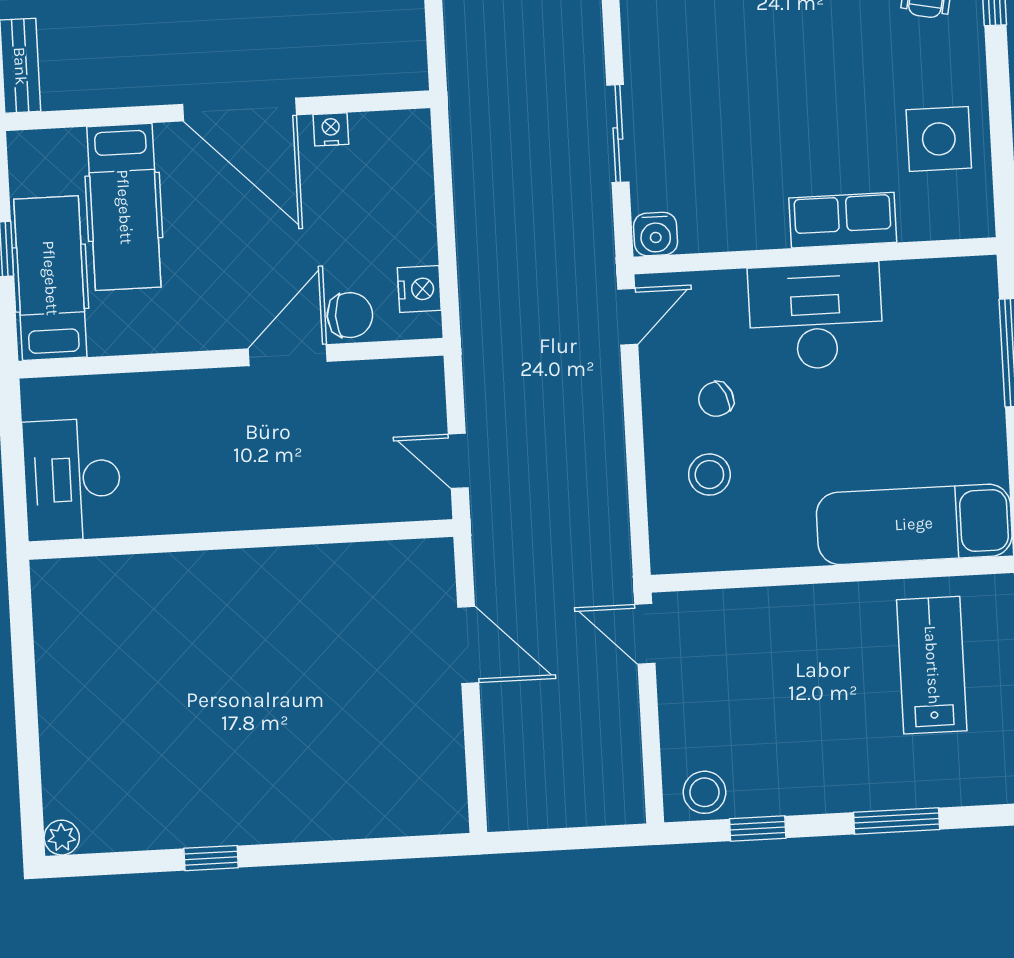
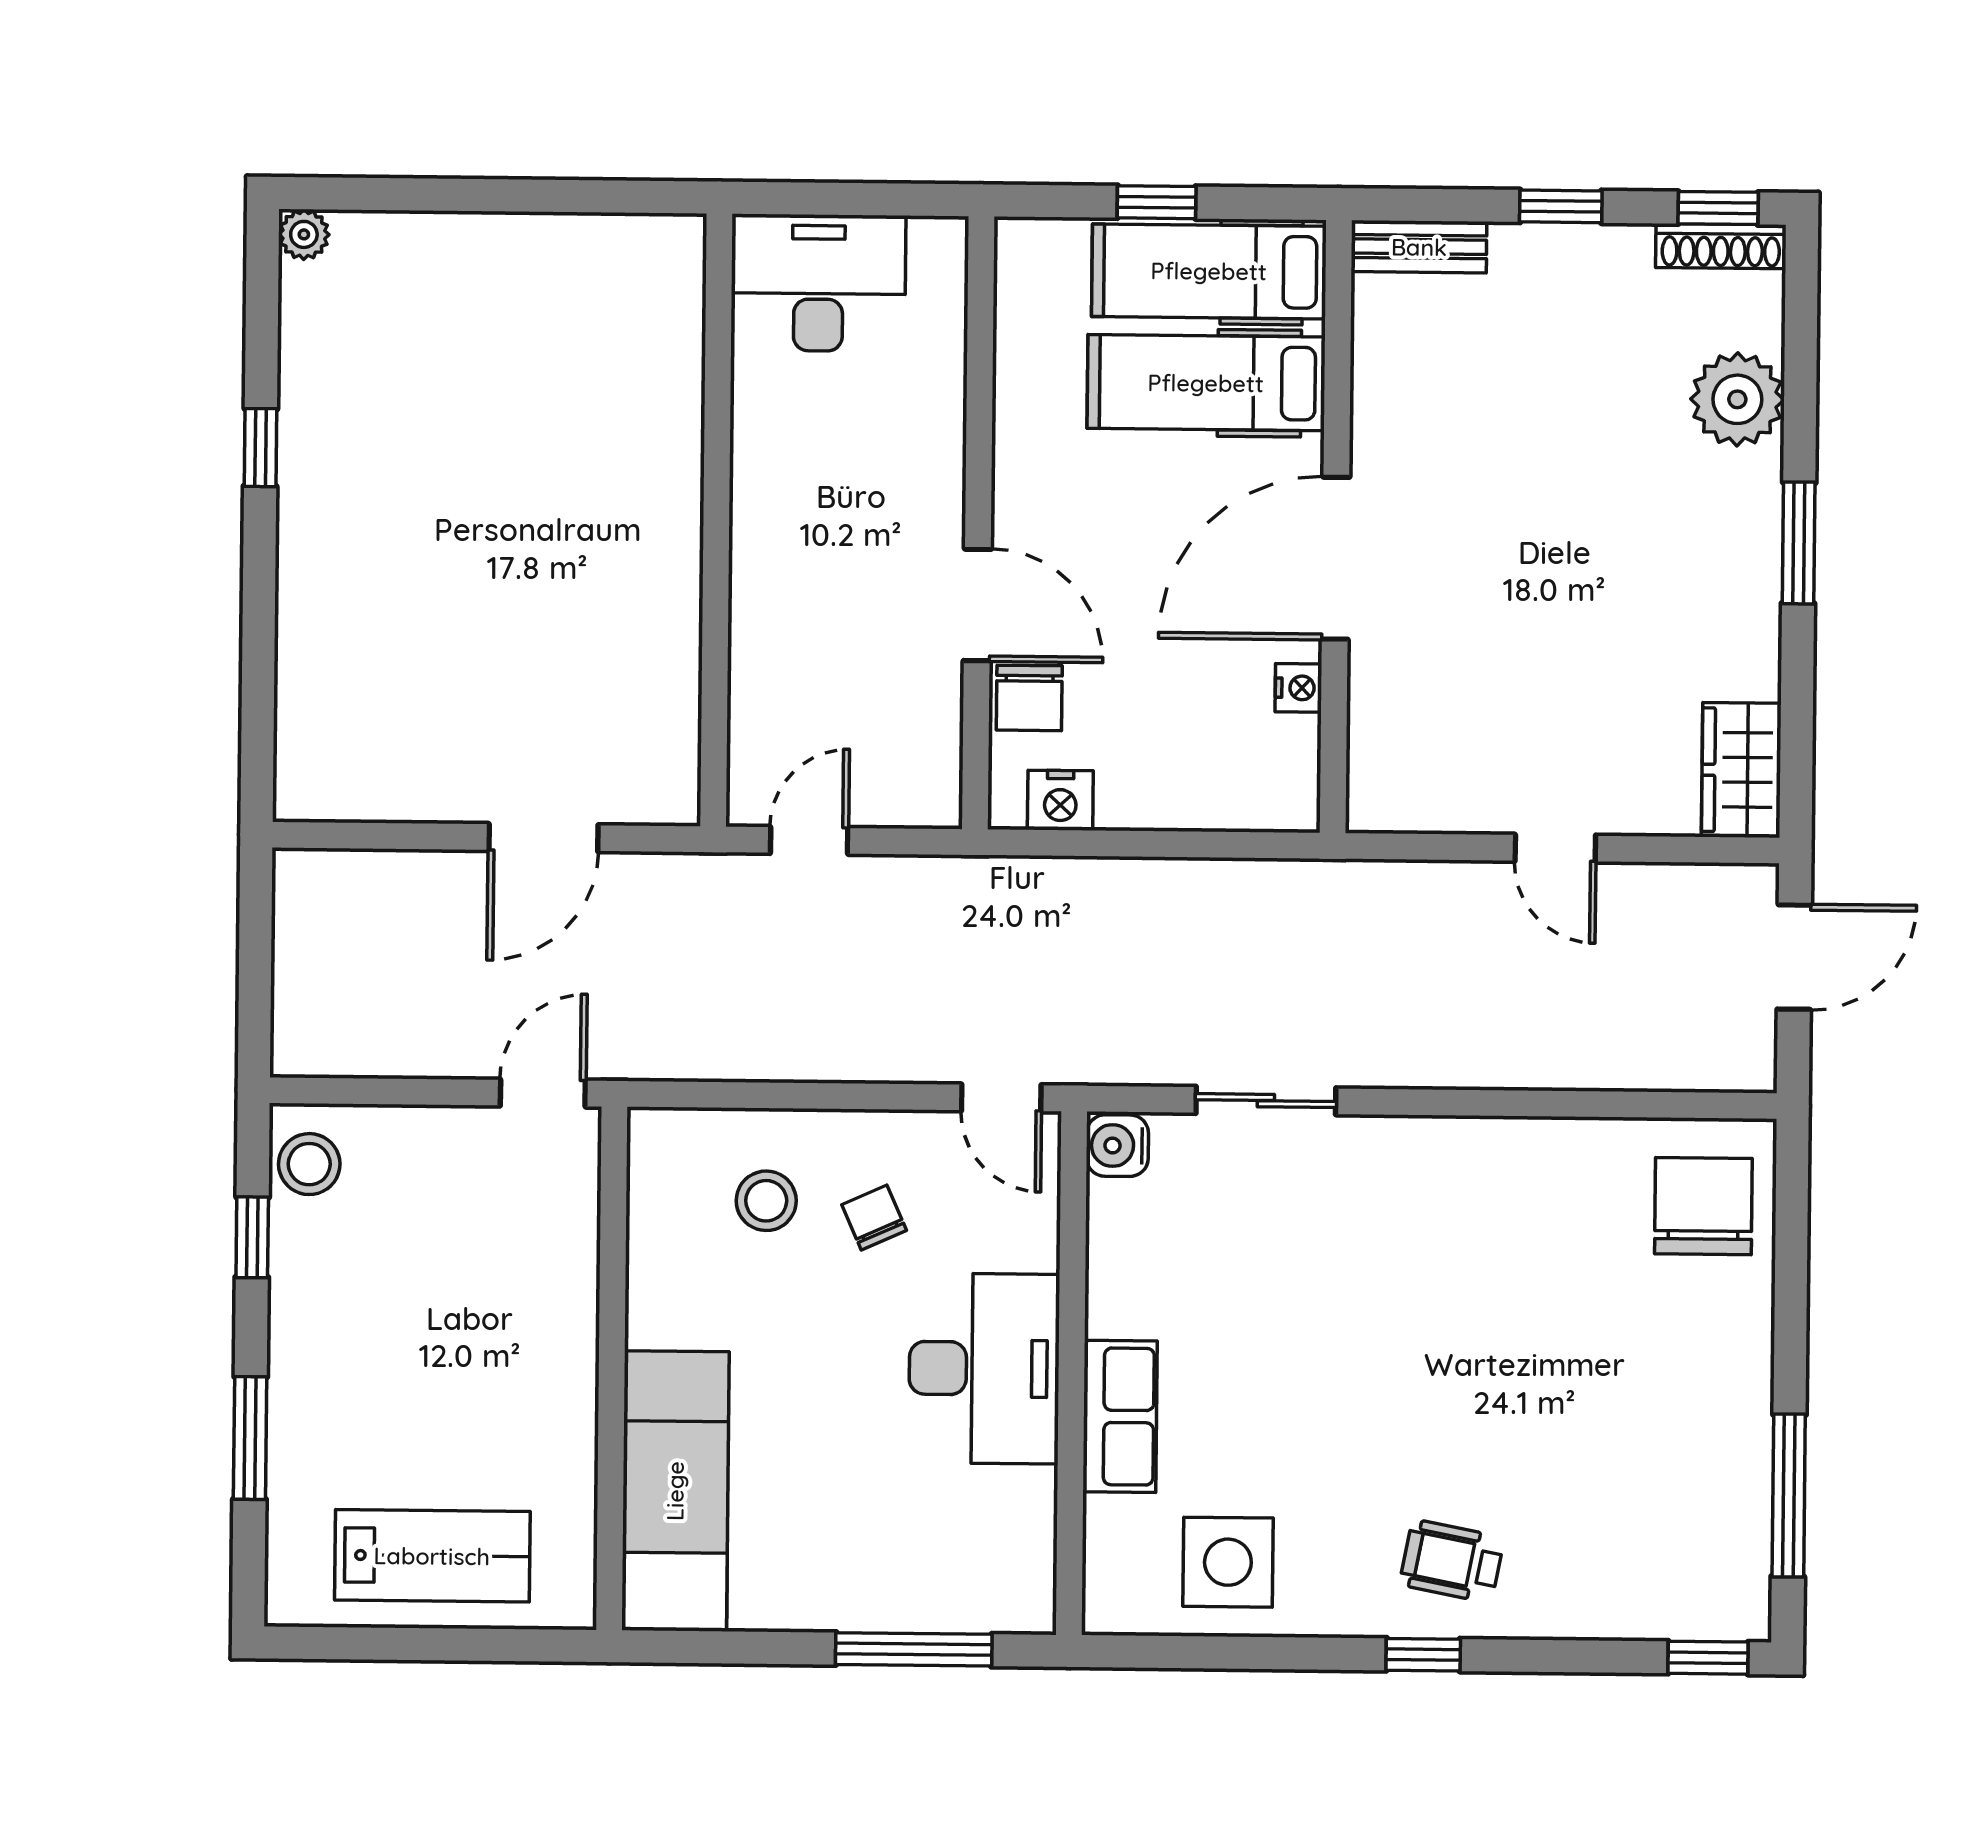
hospital bed: (50, 278) -> (1209, 271), moved, turned 180
lab bench: (932, 665) -> (432, 1556), moved

